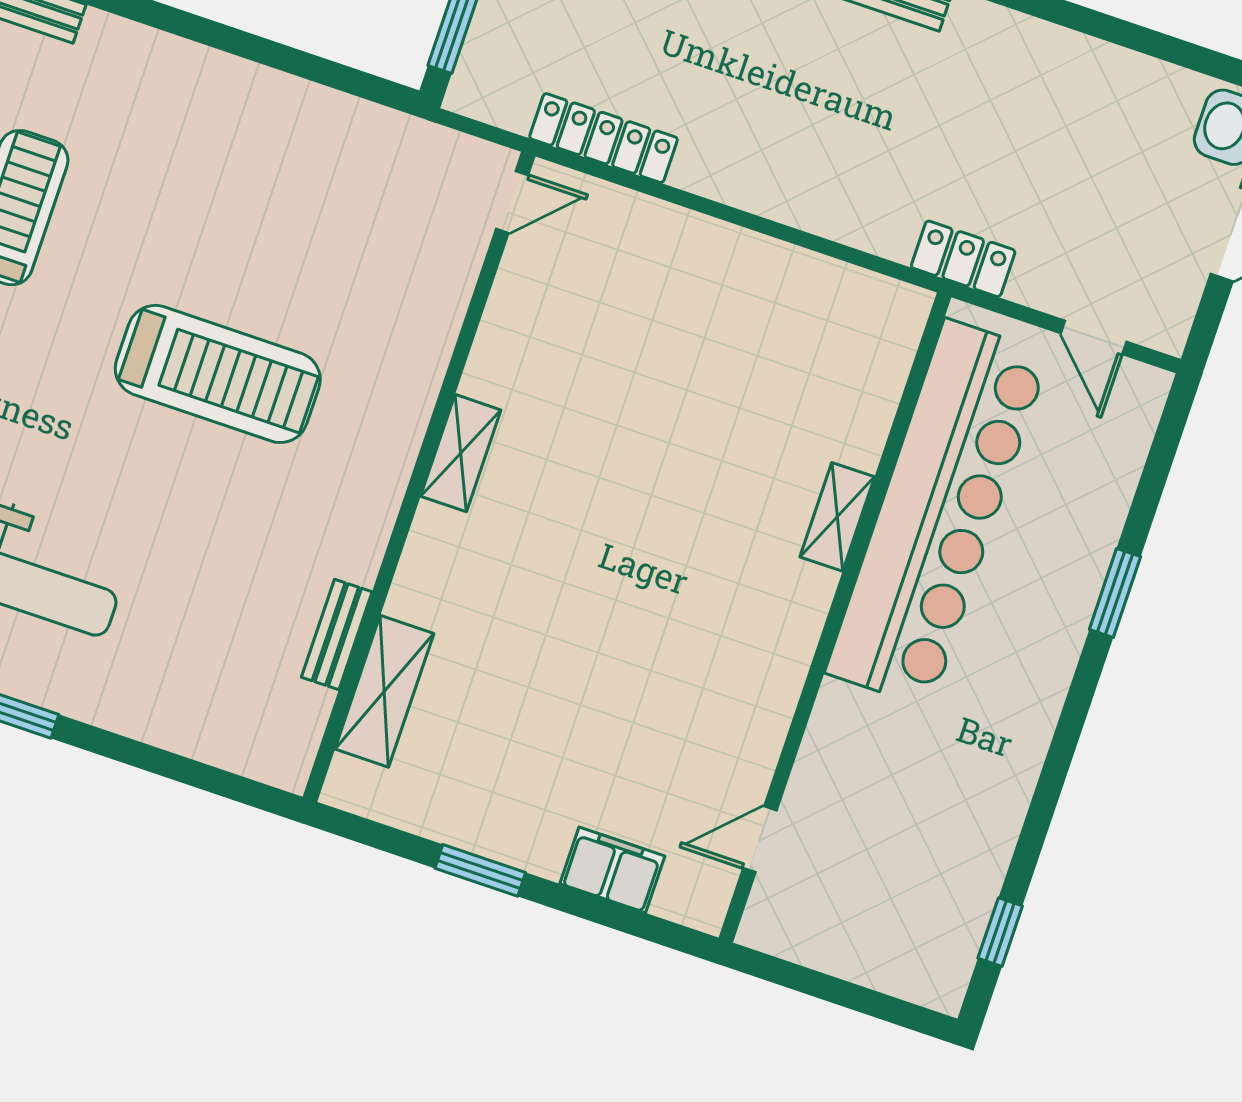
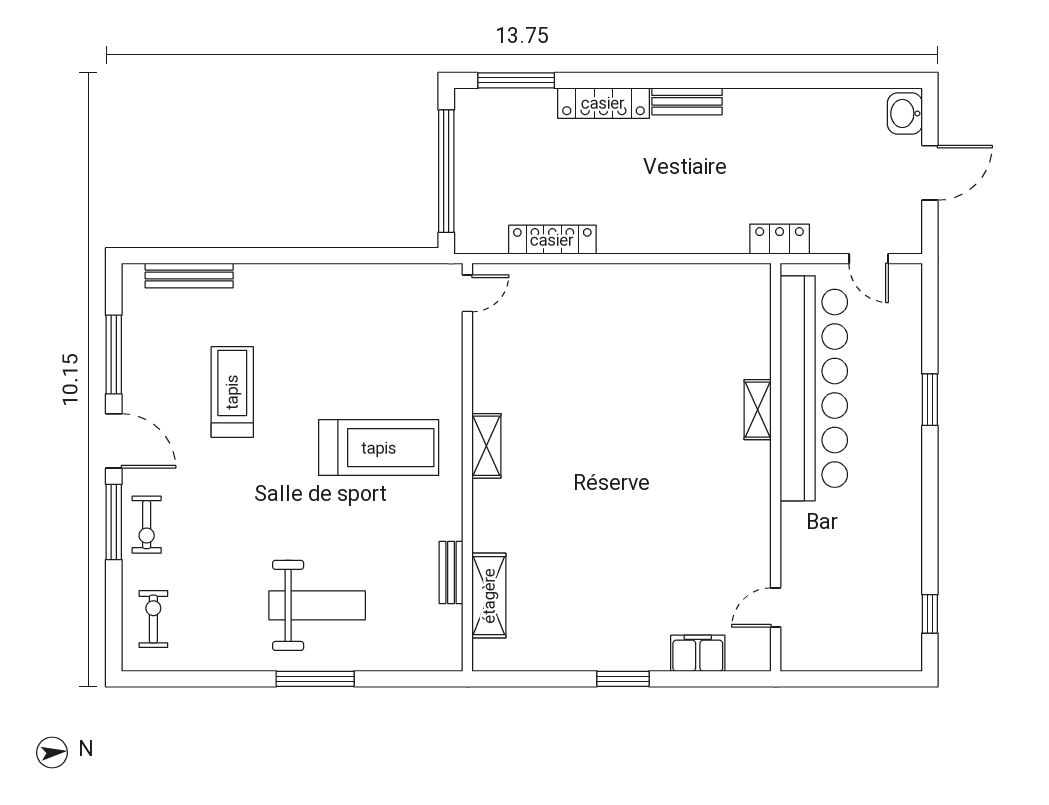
door: (512, 202) -> (467, 293), moved
shelving: (461, 453) -> (486, 446), moved
wall: (419, 477) -> (467, 467), moved
bench: (337, 635) -> (451, 573), moved
shelving: (384, 691) -> (489, 596), moved

